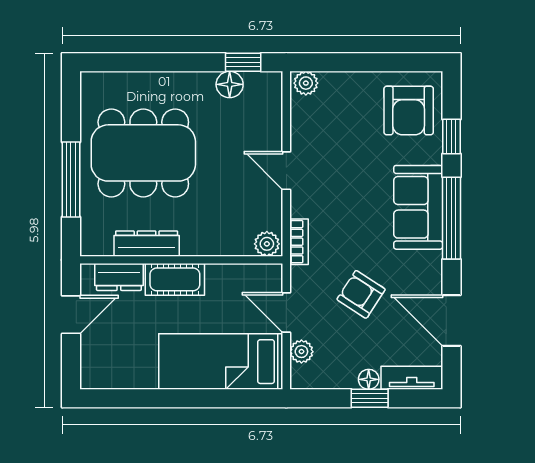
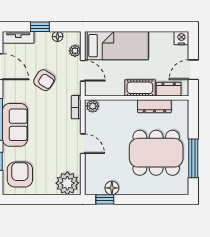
plant: (306, 83) -> (67, 183), width x1.88, depth x1.88
window: (71, 179) -> (193, 158), moved
nightstand: (94, 376) -> (181, 38), added
floor lamp: (369, 379) -> (58, 37), moved

